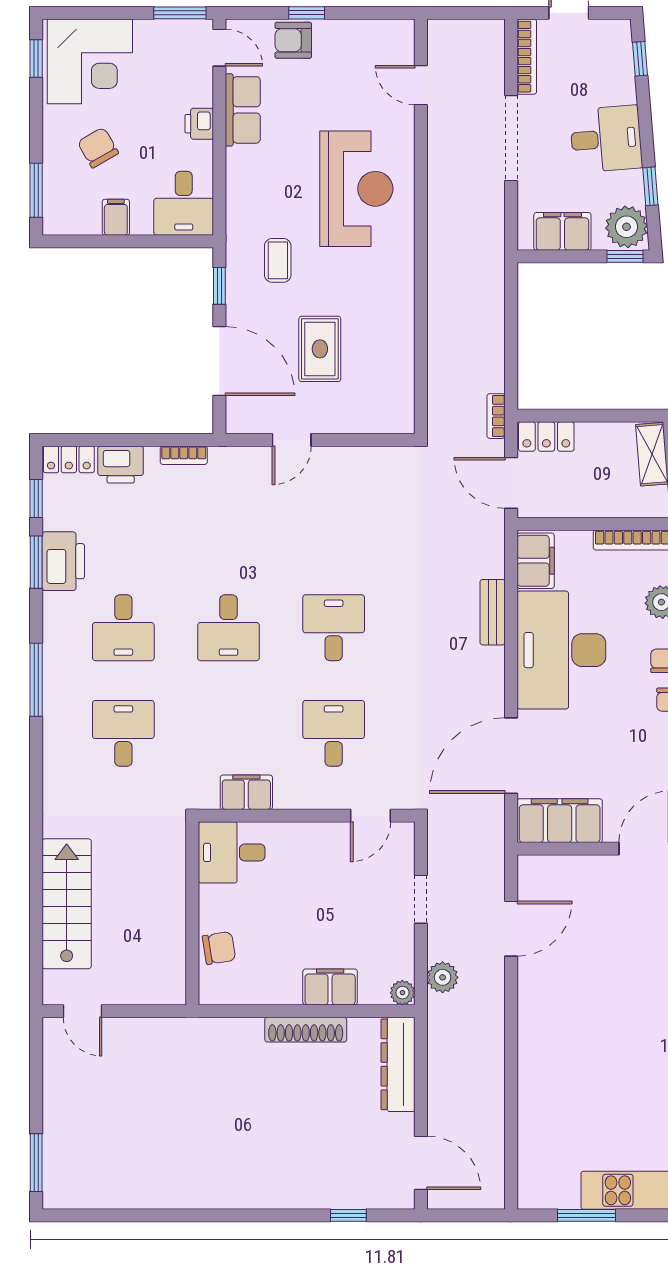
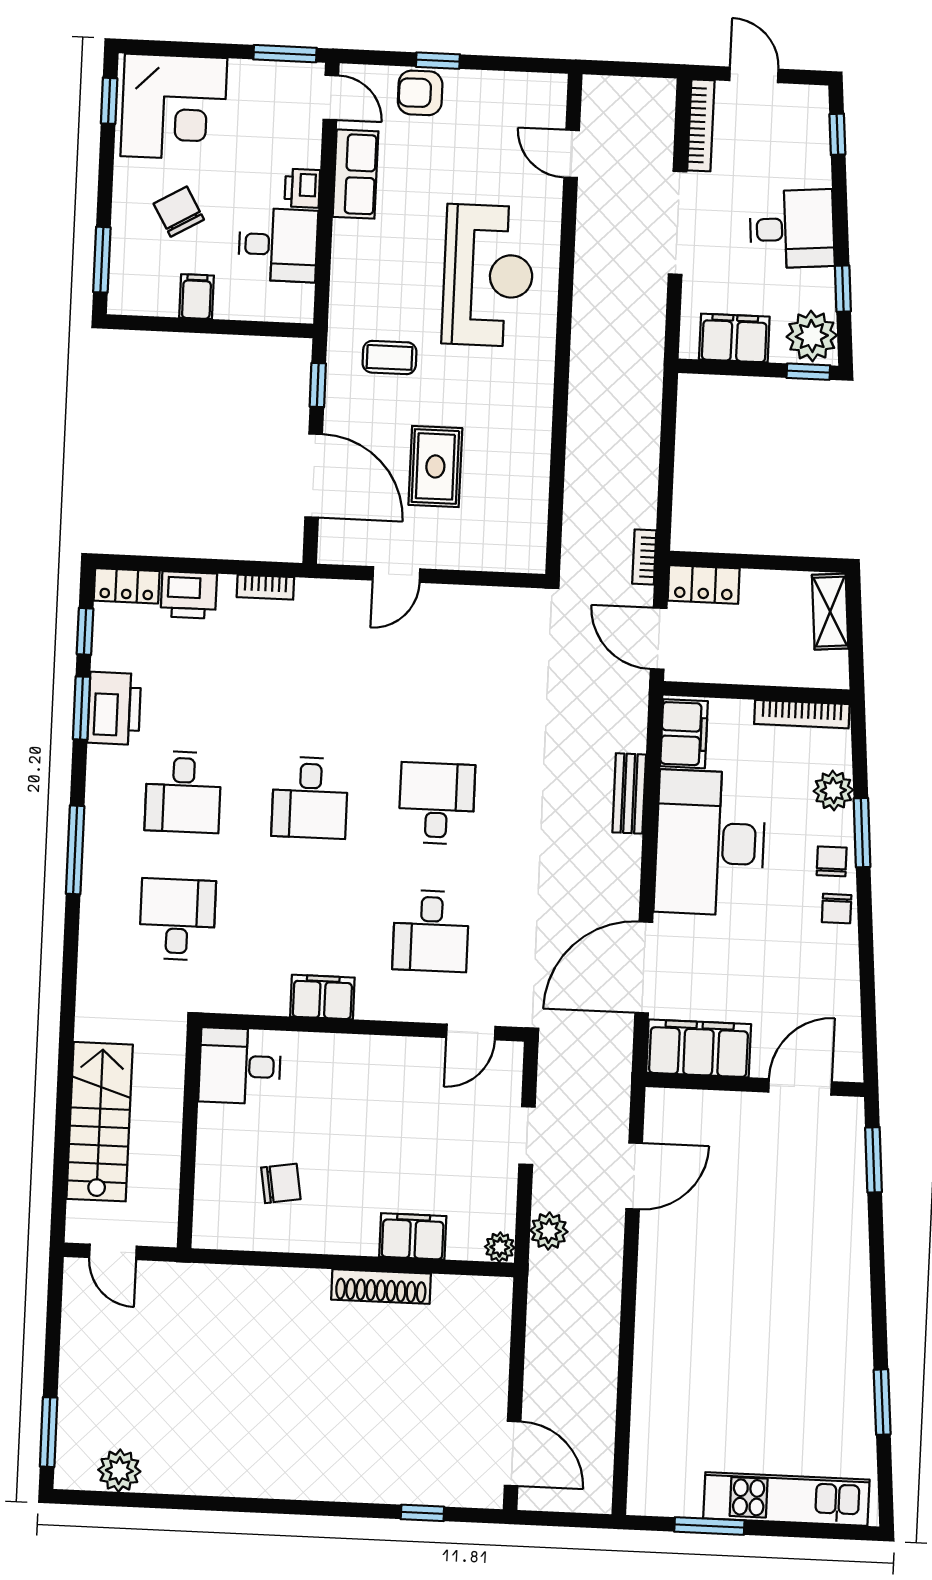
desk: (184, 203) -> (278, 245), moved, turned -90
coffee table: (278, 260) -> (389, 357), turned 90
desk: (334, 733) -> (431, 931), turned 180
desk: (232, 852) -> (240, 1066), moved
wall: (192, 913) -> (189, 1137), moved
dresser: (398, 1064) -> (490, 1333), removed
plant: (96, 1192) -> (119, 1471), added

